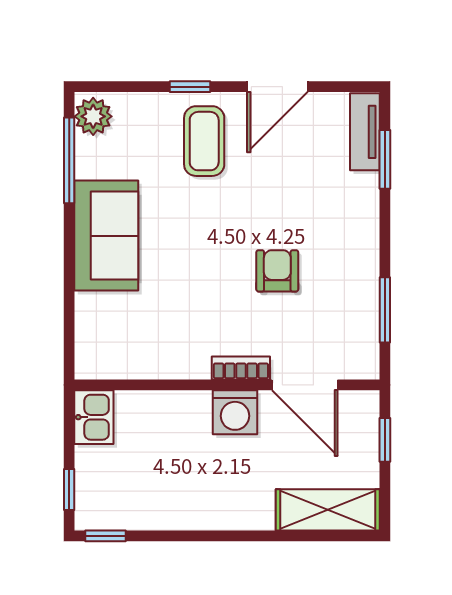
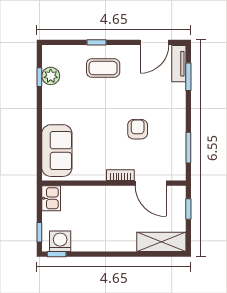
door: (277, 87) -> (154, 42), moved
plant: (93, 116) -> (51, 76), moved
coffee table: (204, 141) -> (103, 68), turned 90
window: (69, 160) -> (39, 77), width x0.46
sofa: (106, 236) -> (57, 151), moved
washing machine: (235, 412) -> (60, 241), moved, turned 180

